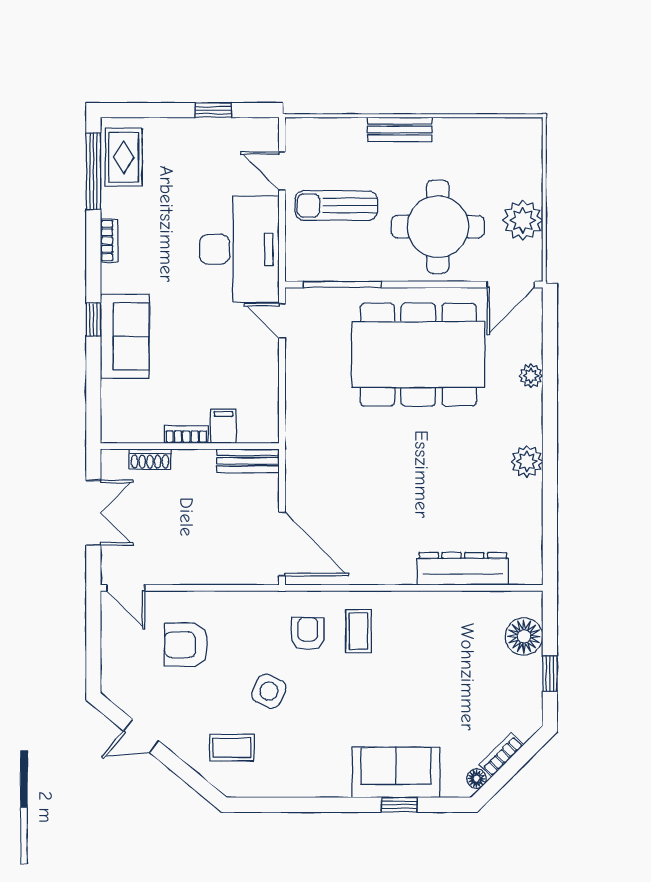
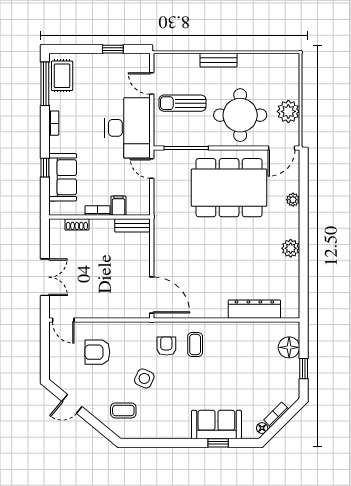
filing cabinet: (223, 426) -> (119, 206), moved
bookcase: (186, 435) -> (98, 210), moved
wall: (190, 446) -> (100, 217), moved
shoe rack: (150, 459) -> (77, 224), moved
bench: (248, 461) -> (133, 225), moved

